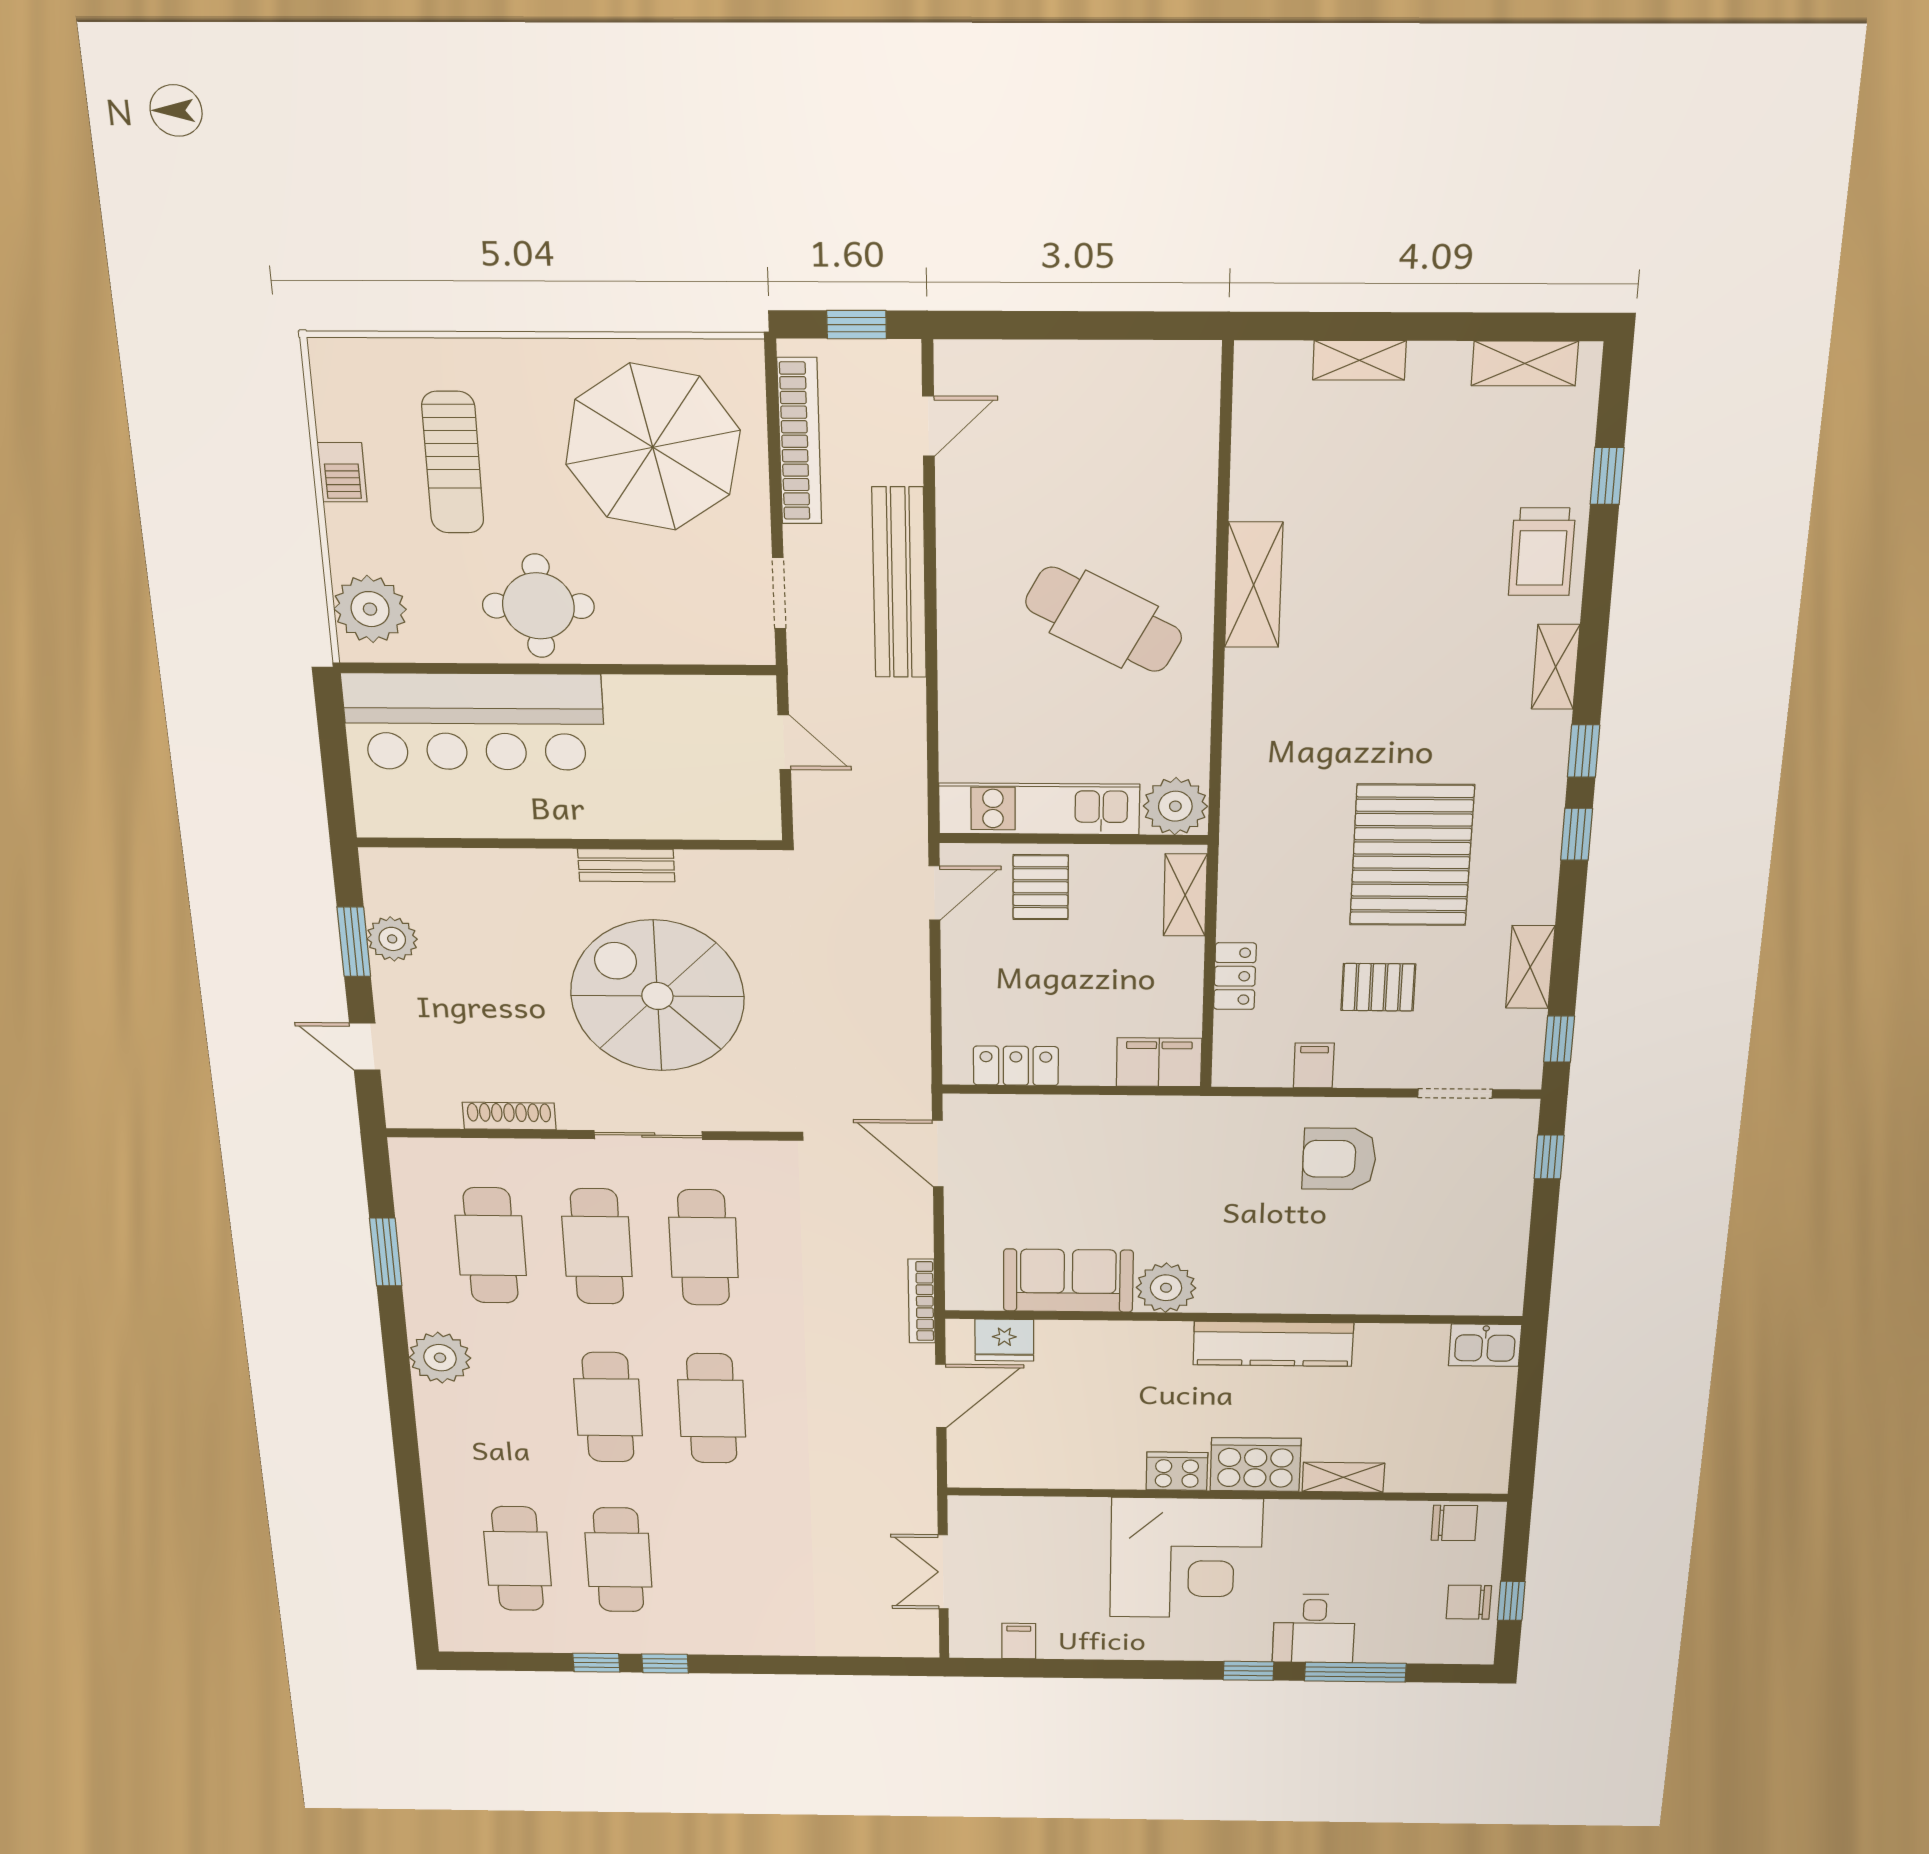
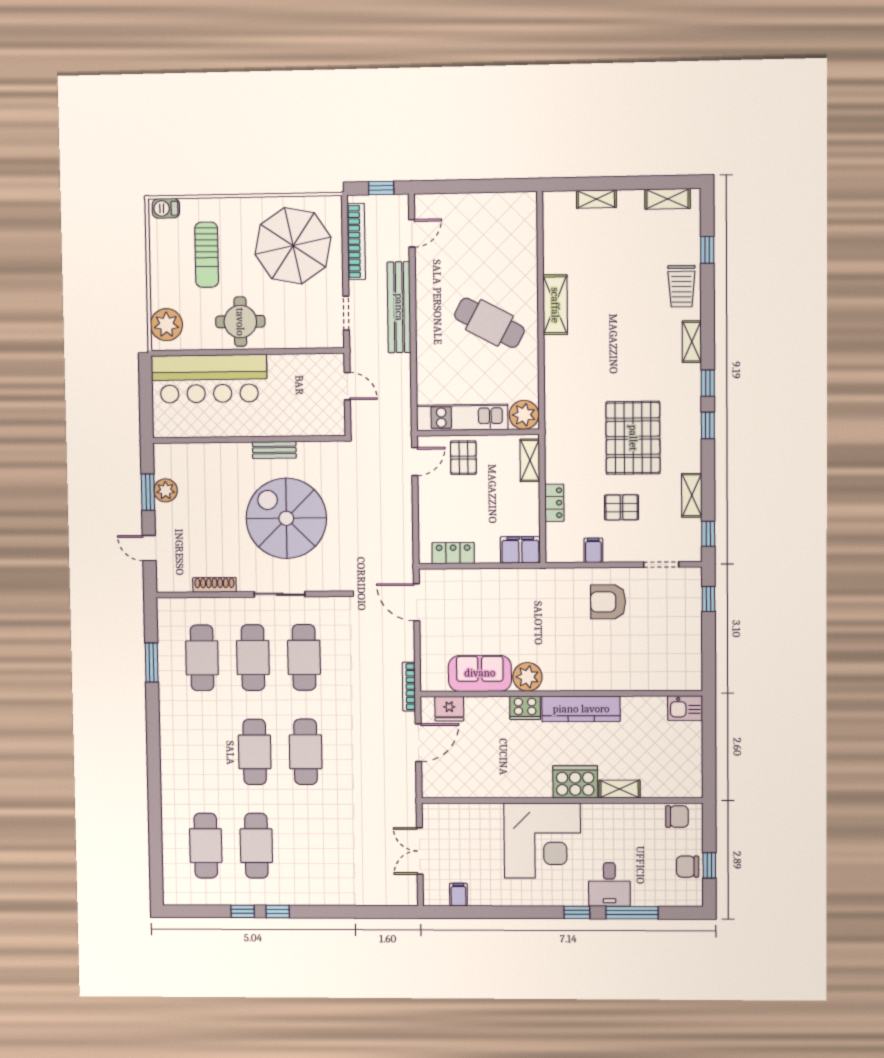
barbecue: (342, 472) -> (166, 208), moved, turned 90
plant: (440, 1358) -> (174, 724), removed
cooker: (1177, 1471) -> (525, 708), moved, turned 180

